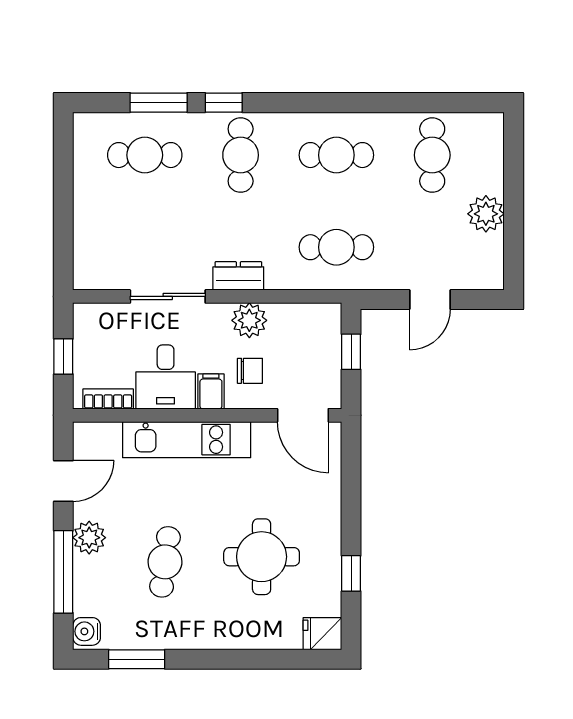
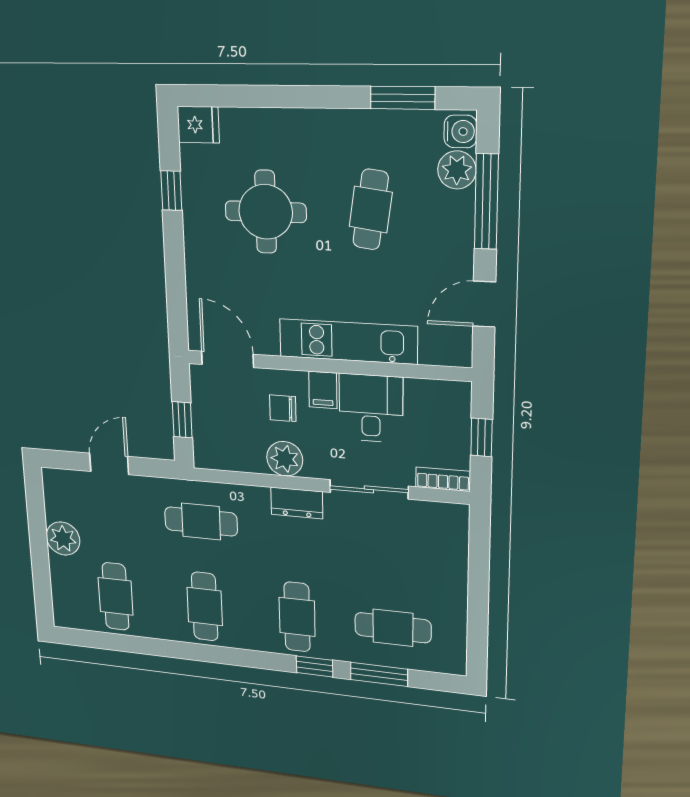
cafe table: (336, 155) -> (205, 606), turned 90
bookcase: (108, 399) -> (443, 479), moved, turned 180
plant: (89, 538) -> (457, 170), moved

